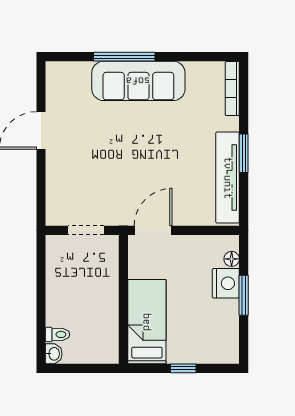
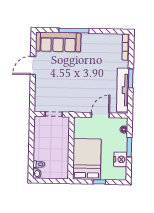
sofa: (138, 81) -> (58, 42), moved
door: (153, 230) -> (100, 115), moved
nightstand: (226, 283) -> (120, 159), moved
bed: (147, 322) -> (87, 159), width x1.50

